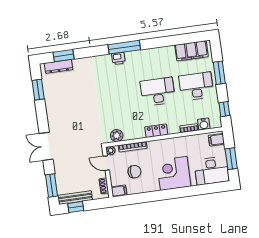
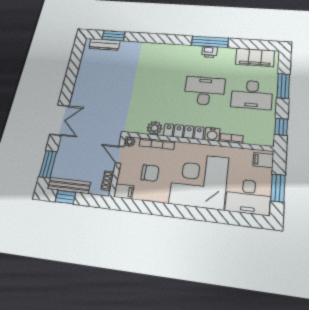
window: (124, 47) -> (210, 42), moved
printer: (118, 58) -> (210, 52), moved
desk: (196, 86) -> (252, 95), turned 180
window: (38, 90) -> (75, 62), removed
water cooler: (204, 124) -> (212, 134), moved
locker: (156, 131) -> (184, 132), width x1.53
plant: (117, 136) -> (155, 128), moved
double door: (46, 146) -> (59, 120), swing flipped
corner desk: (174, 173) -> (199, 181), width x1.36, depth x1.36

